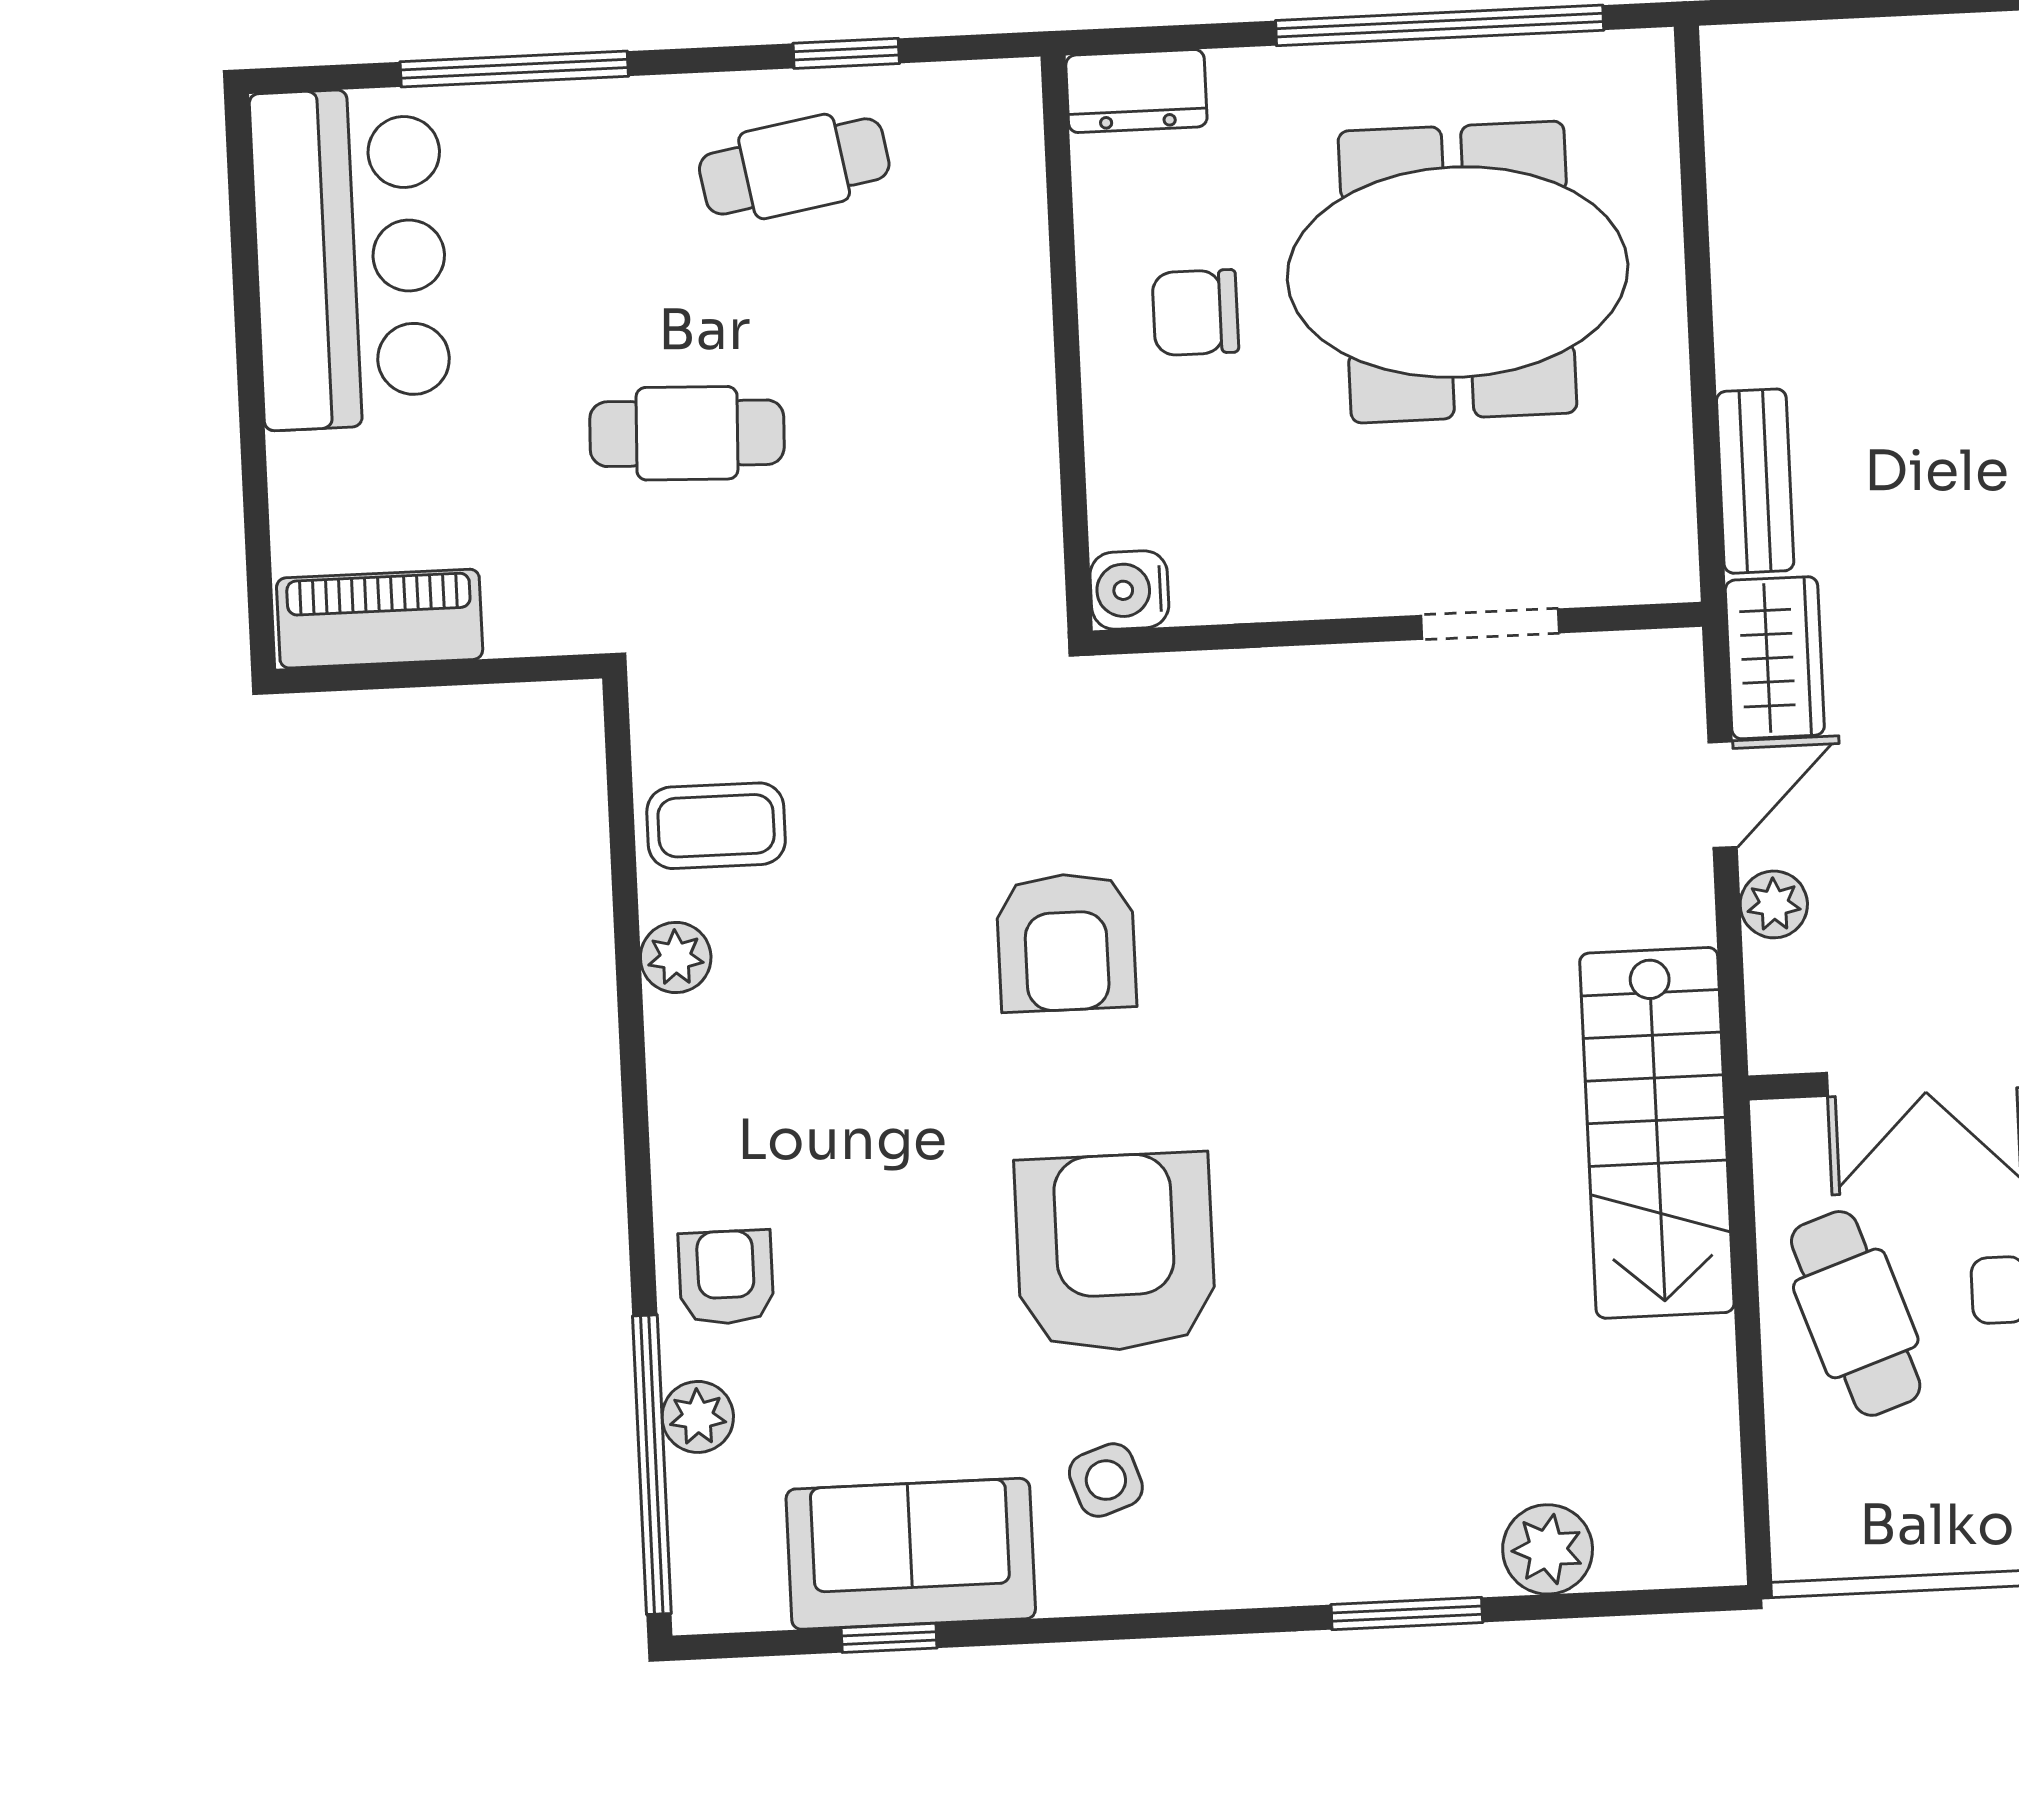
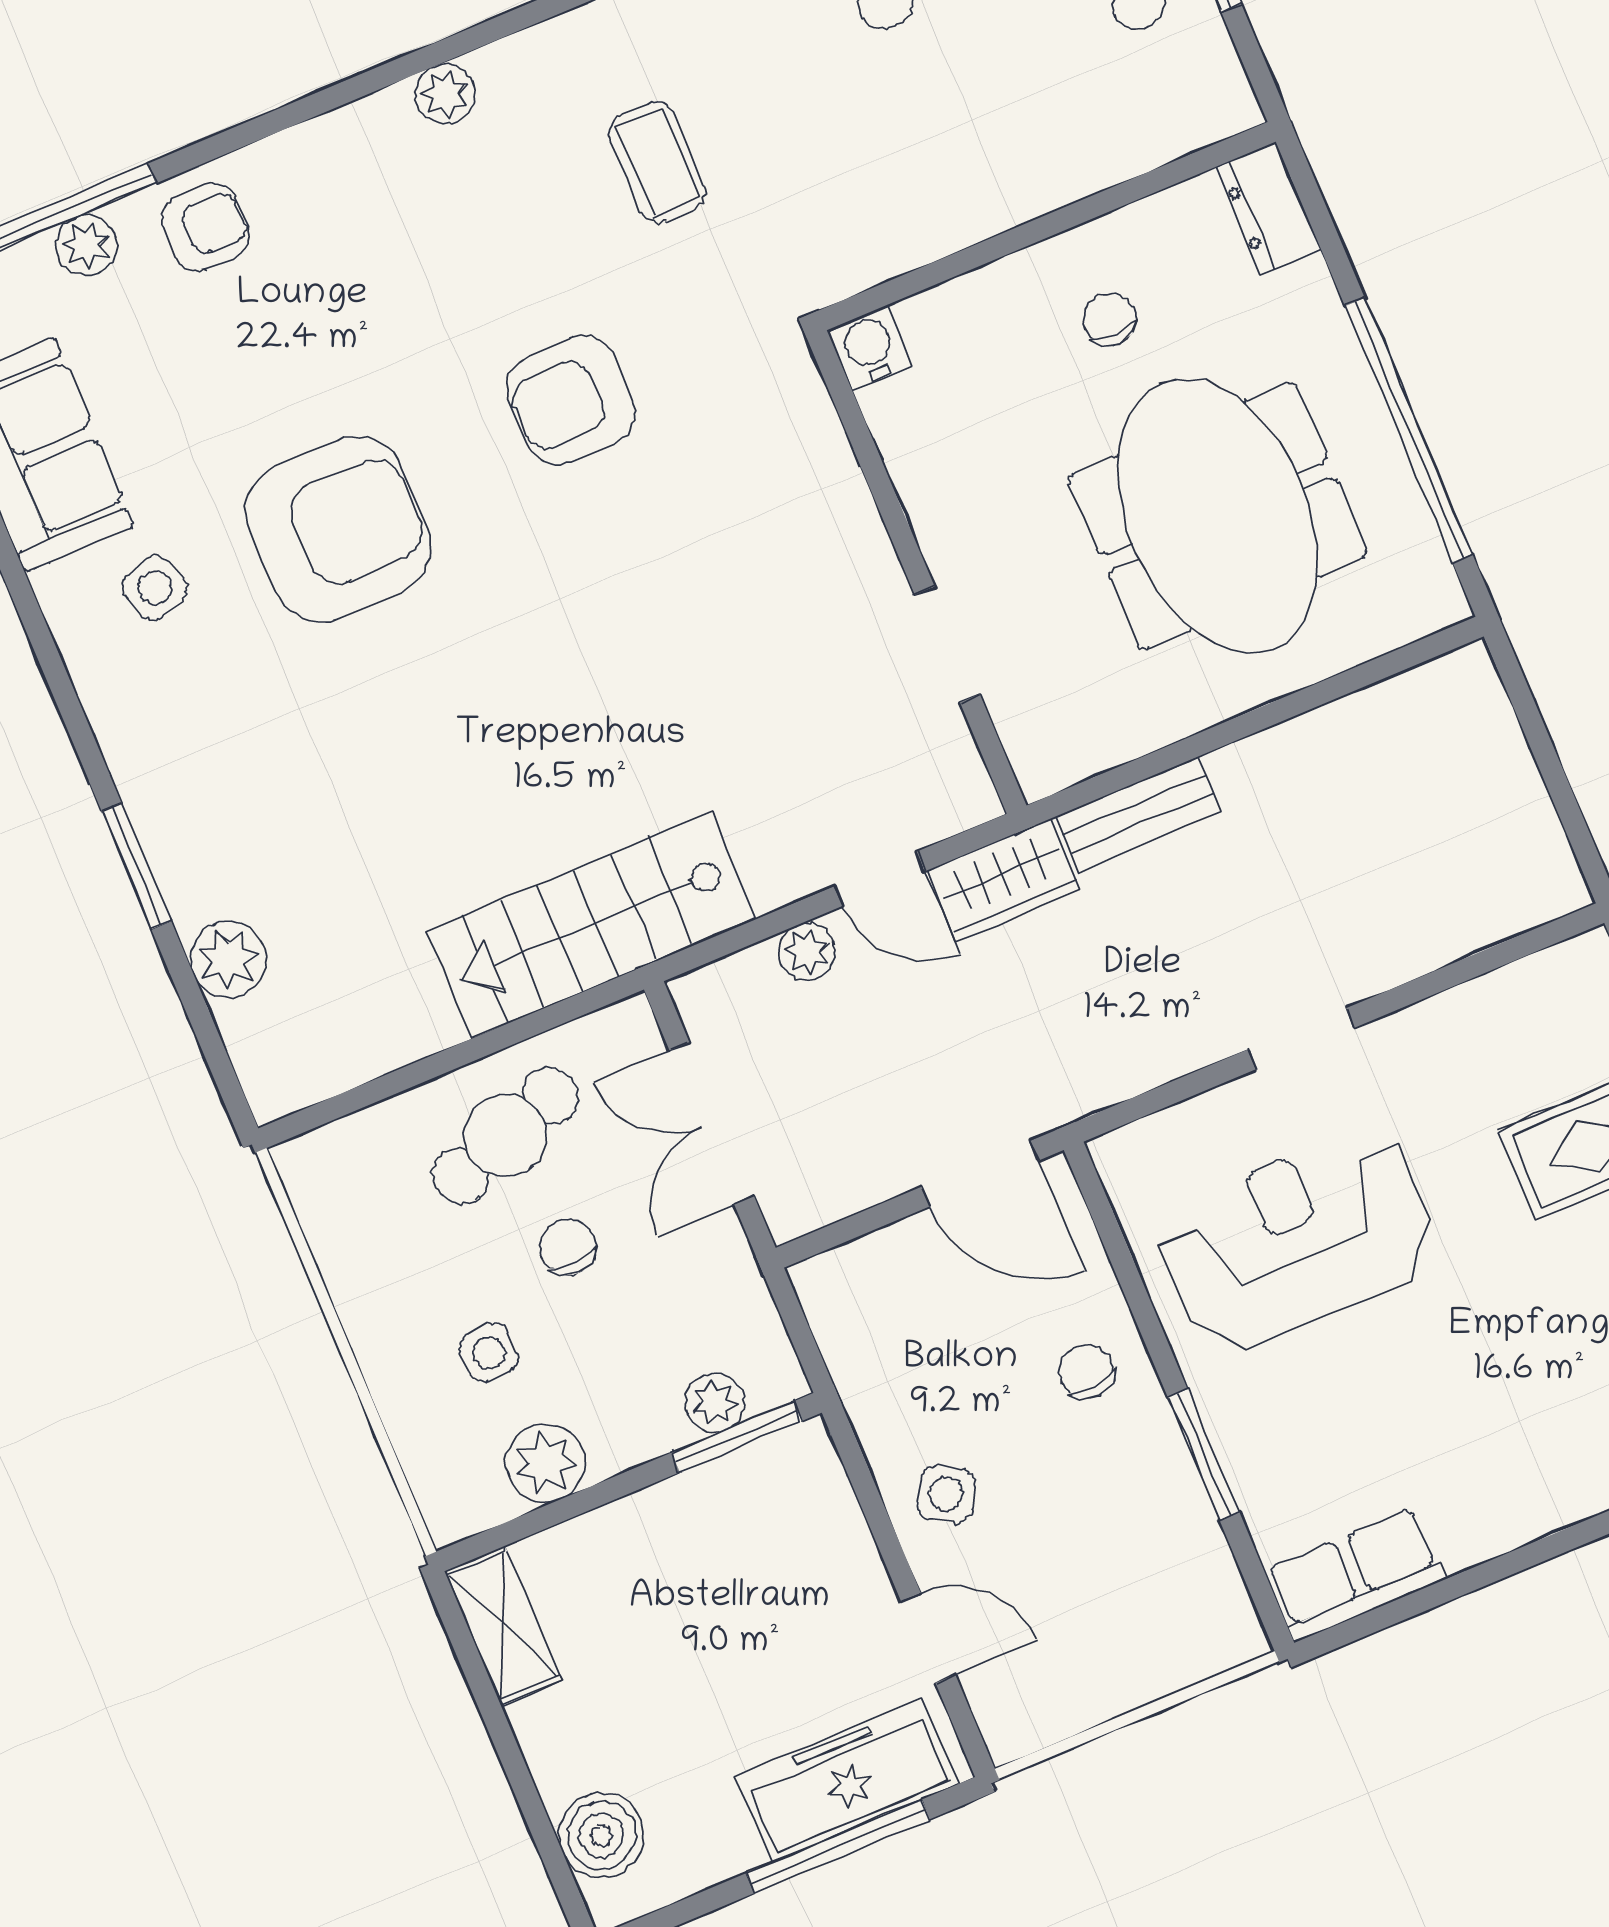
chair: (1195, 313) -> (1109, 319), width x0.73, depth x0.73
coffee table: (716, 826) -> (657, 162), moved

